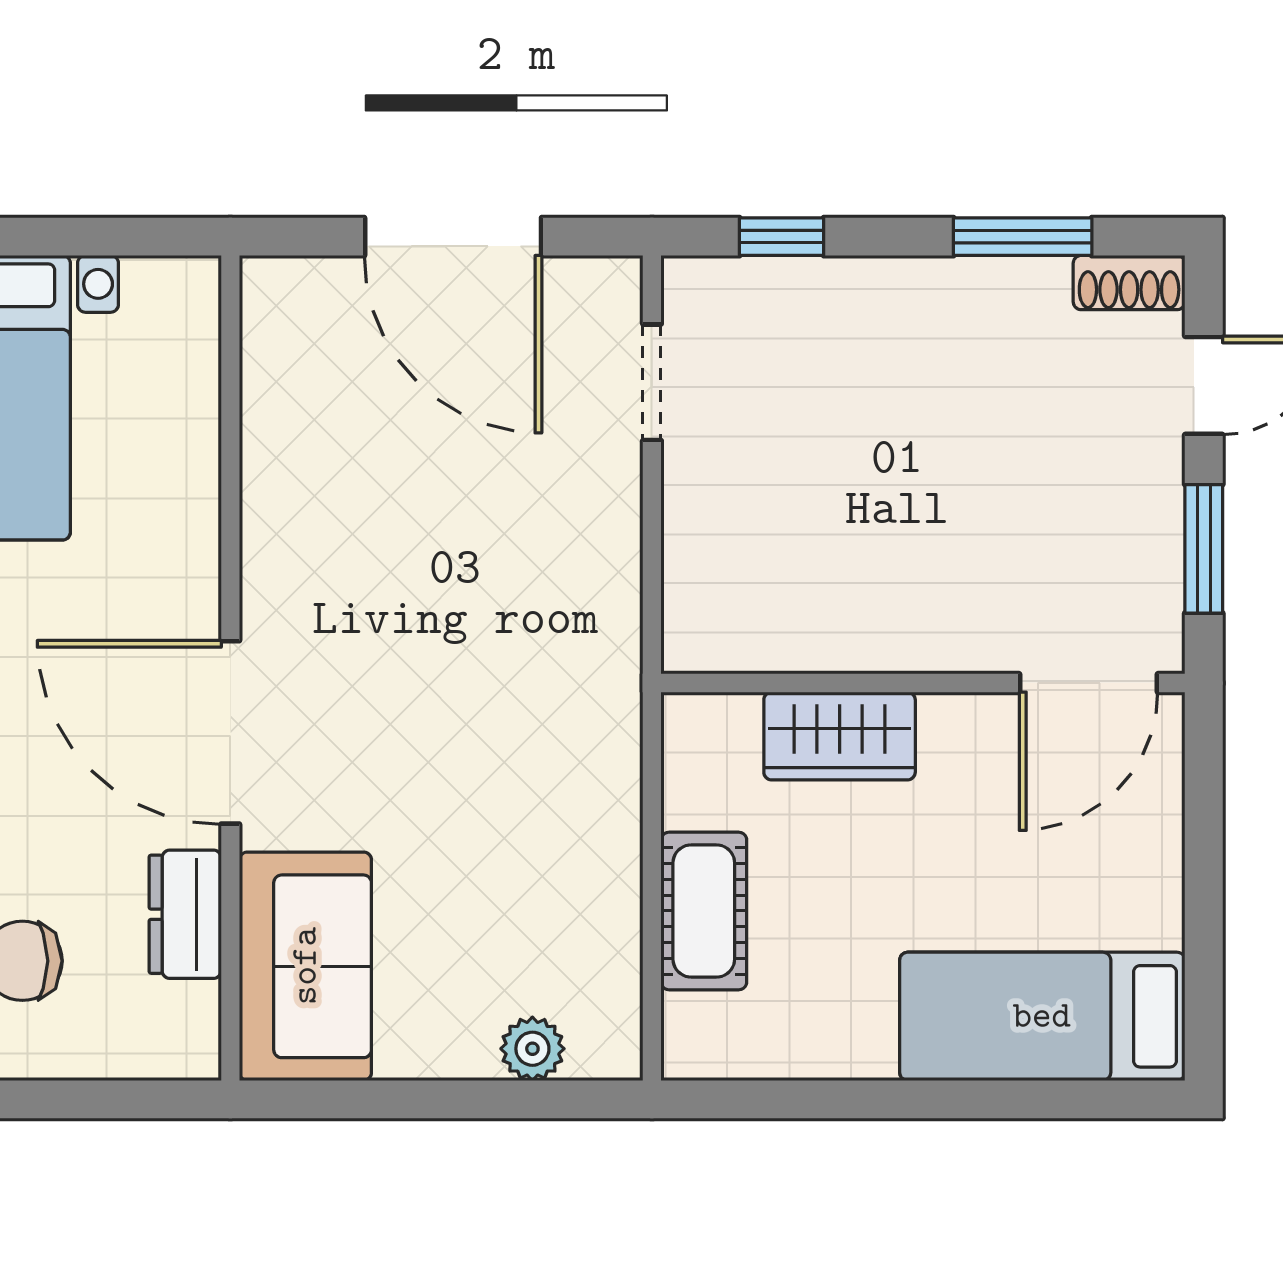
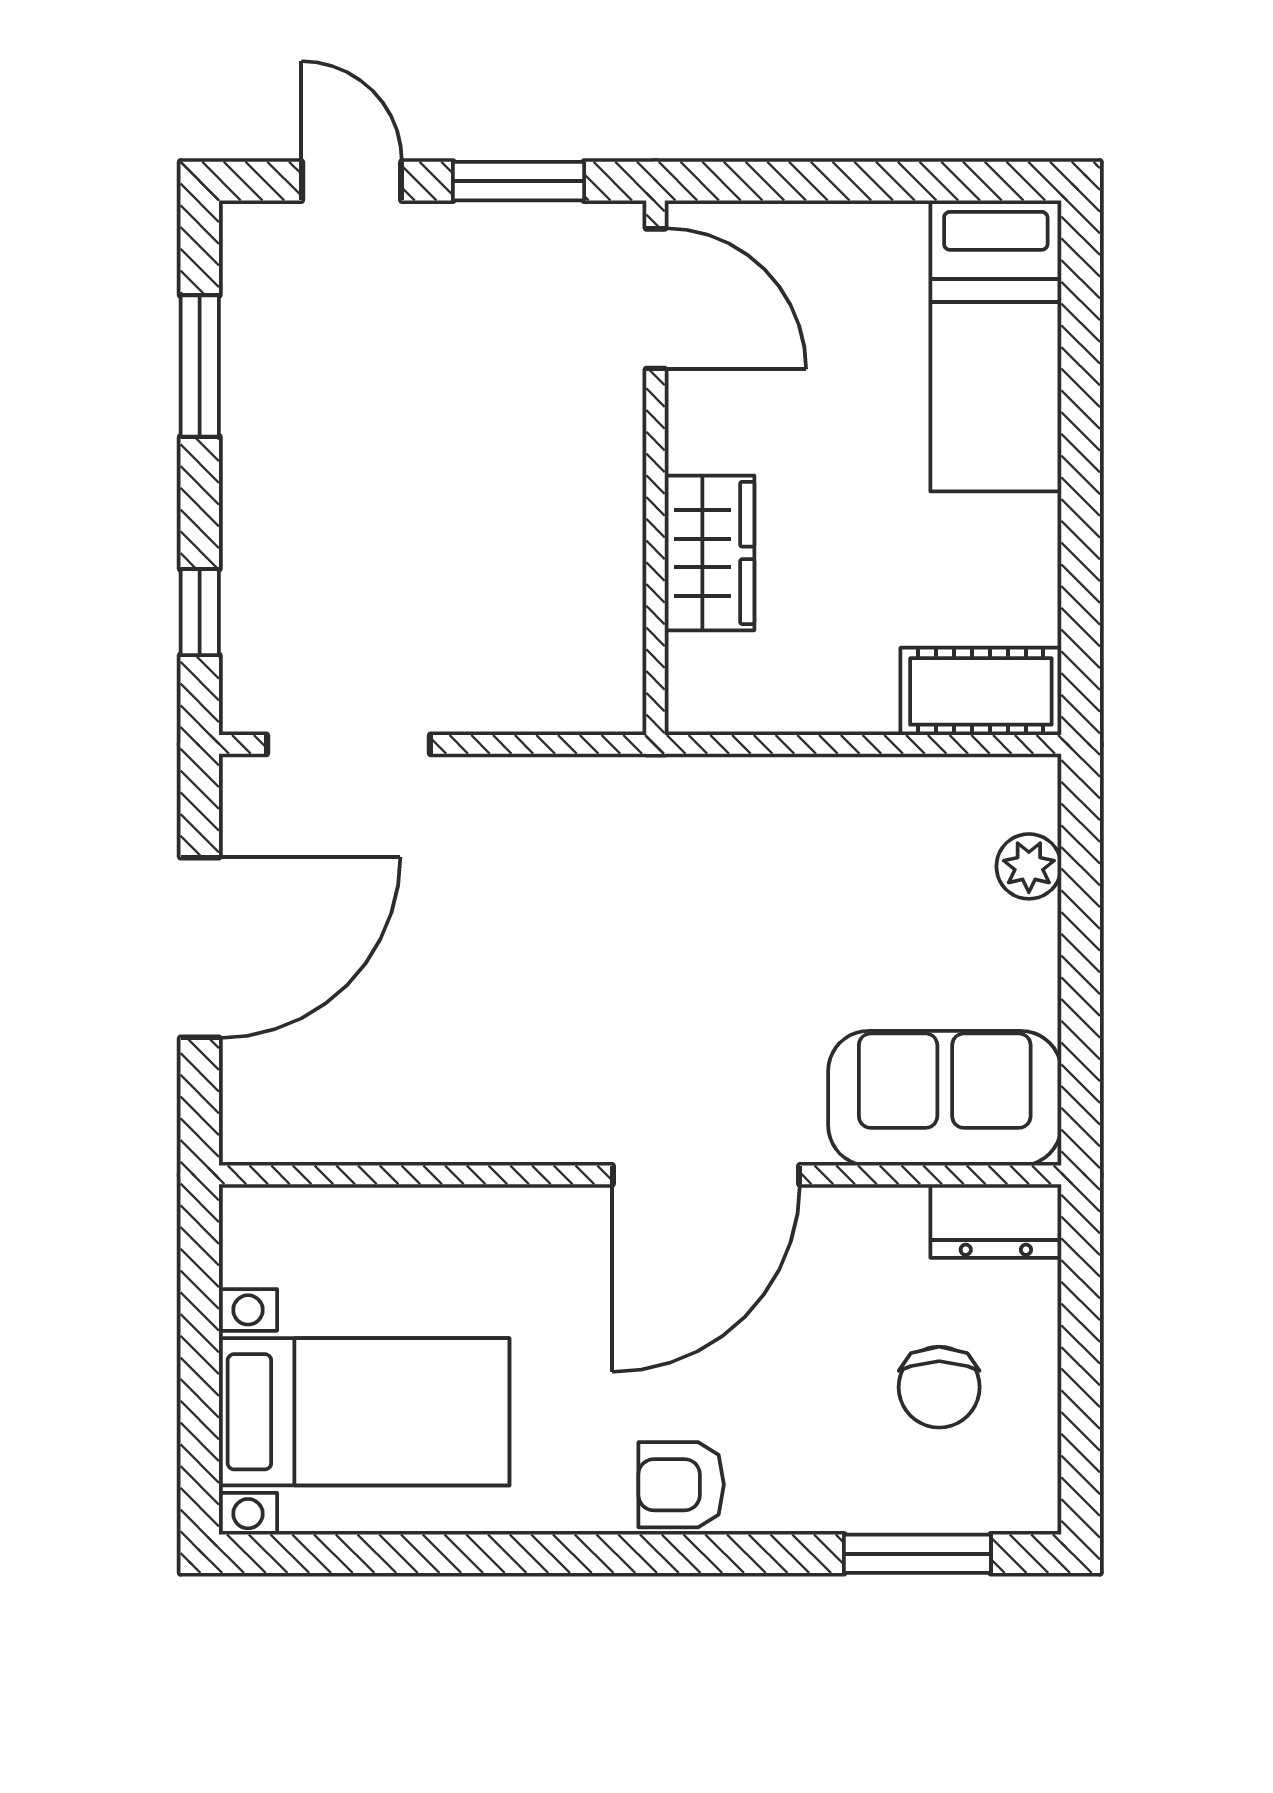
shoe rack: (1129, 283) -> (247, 257), removed
doorway: (652, 382) -> (349, 744), width x1.38
cot: (704, 911) -> (981, 691), moved
dresser: (185, 914) -> (996, 1221), moved

